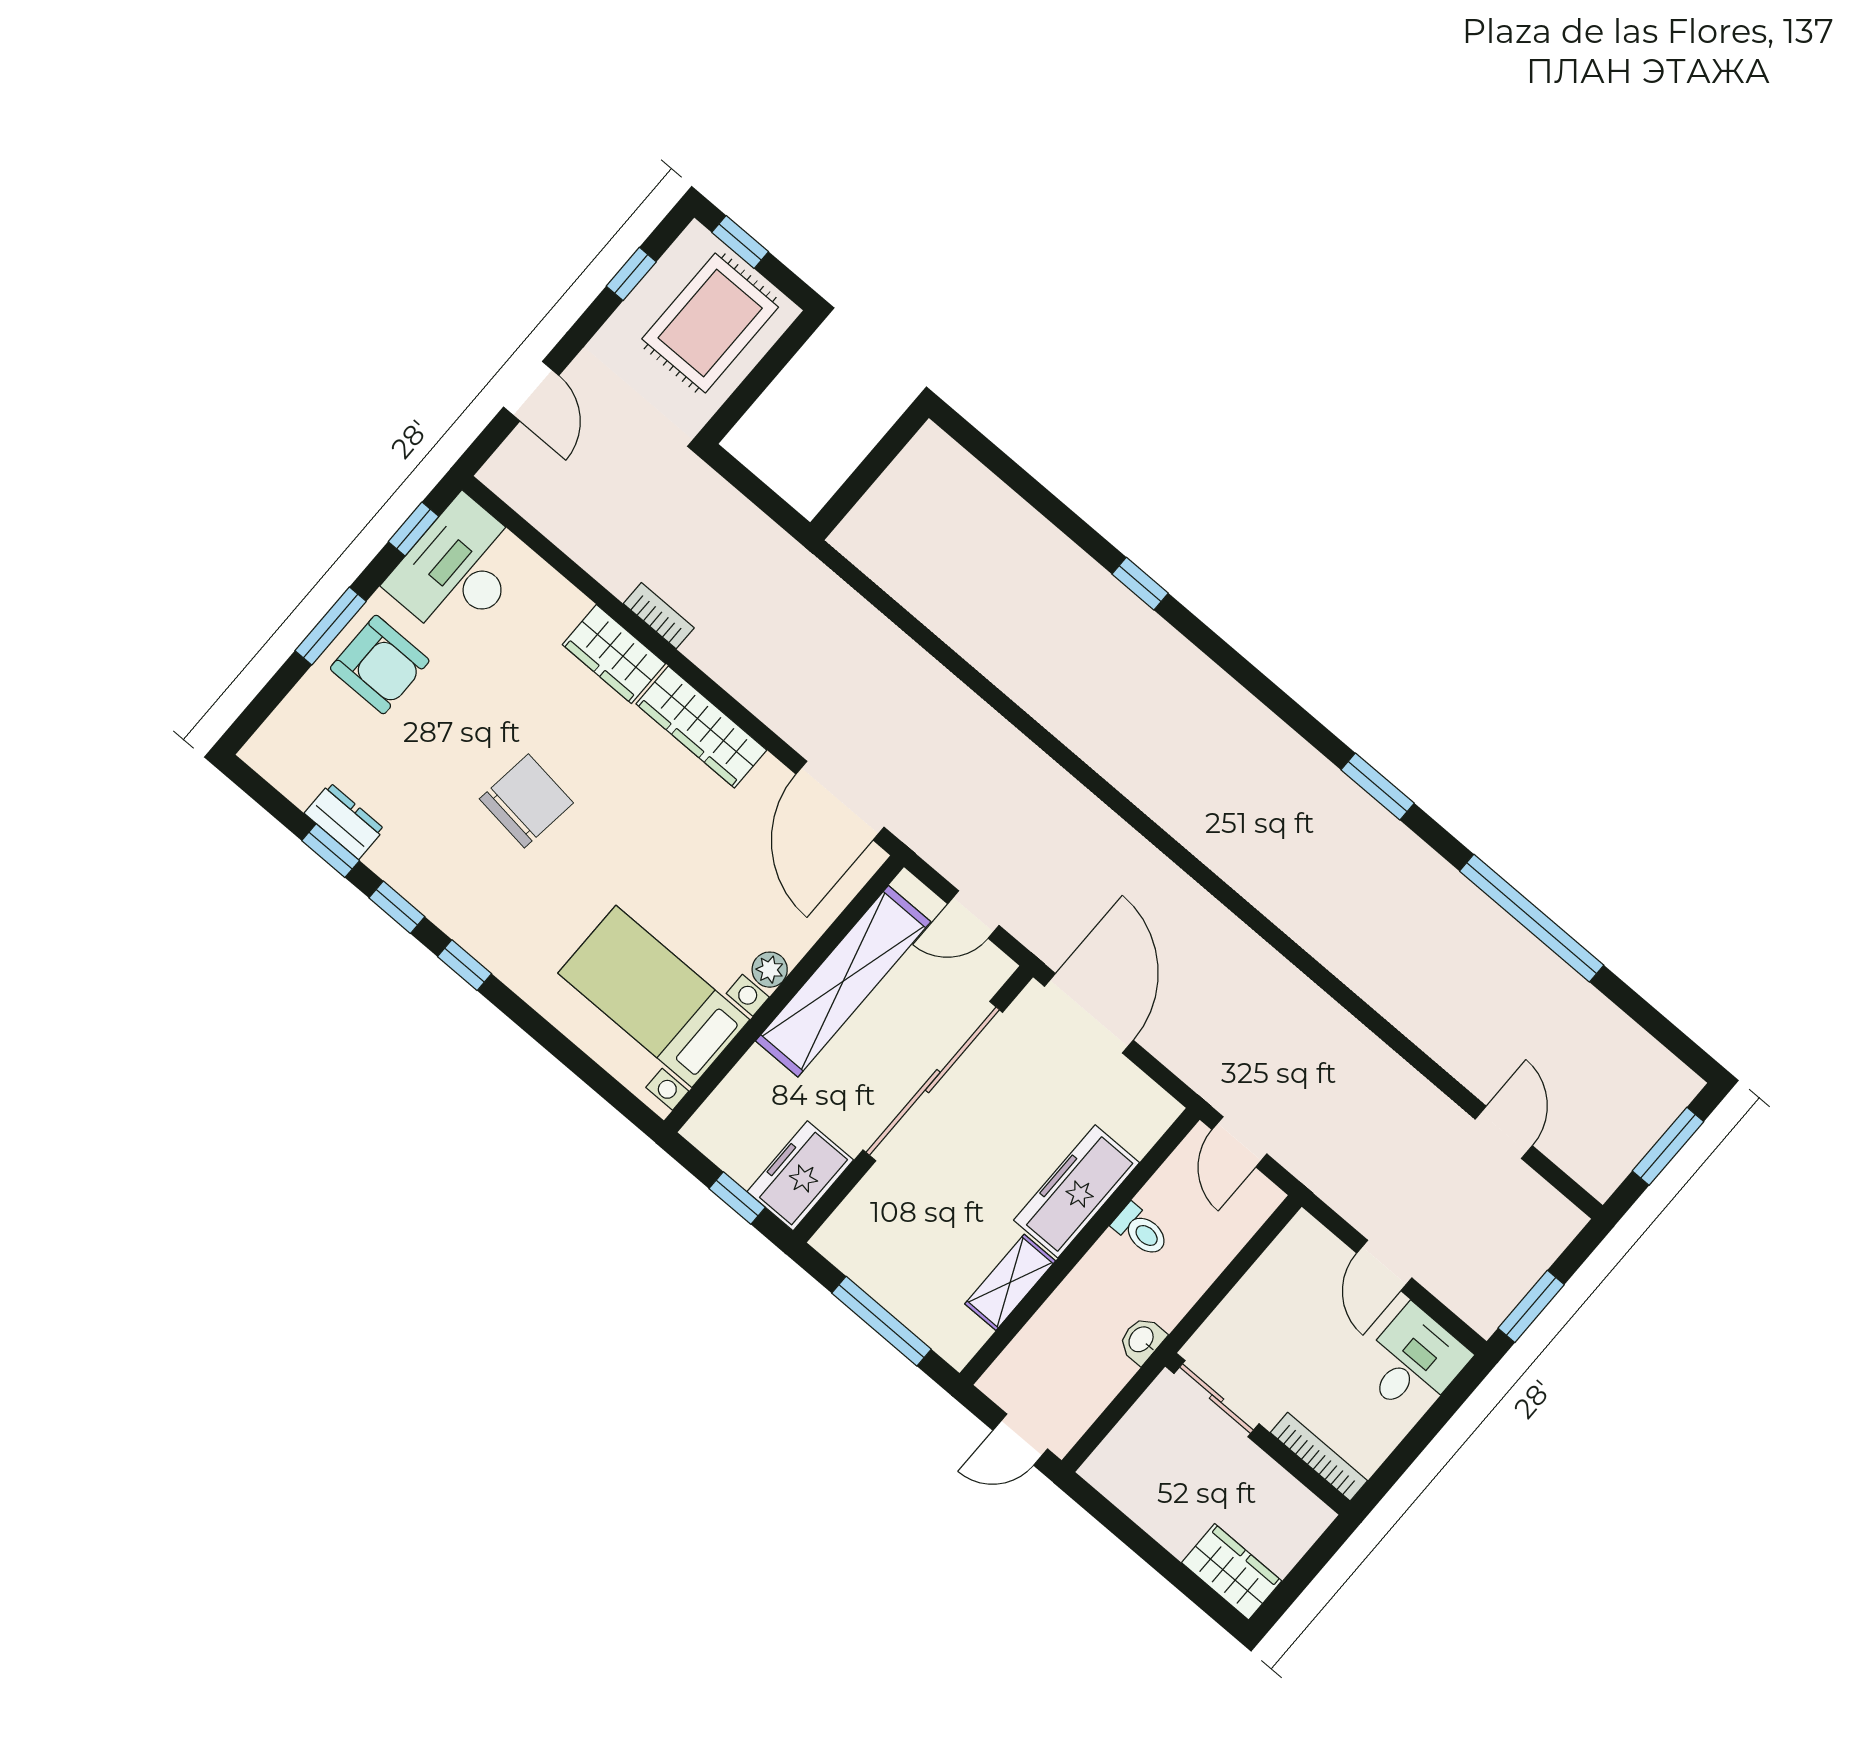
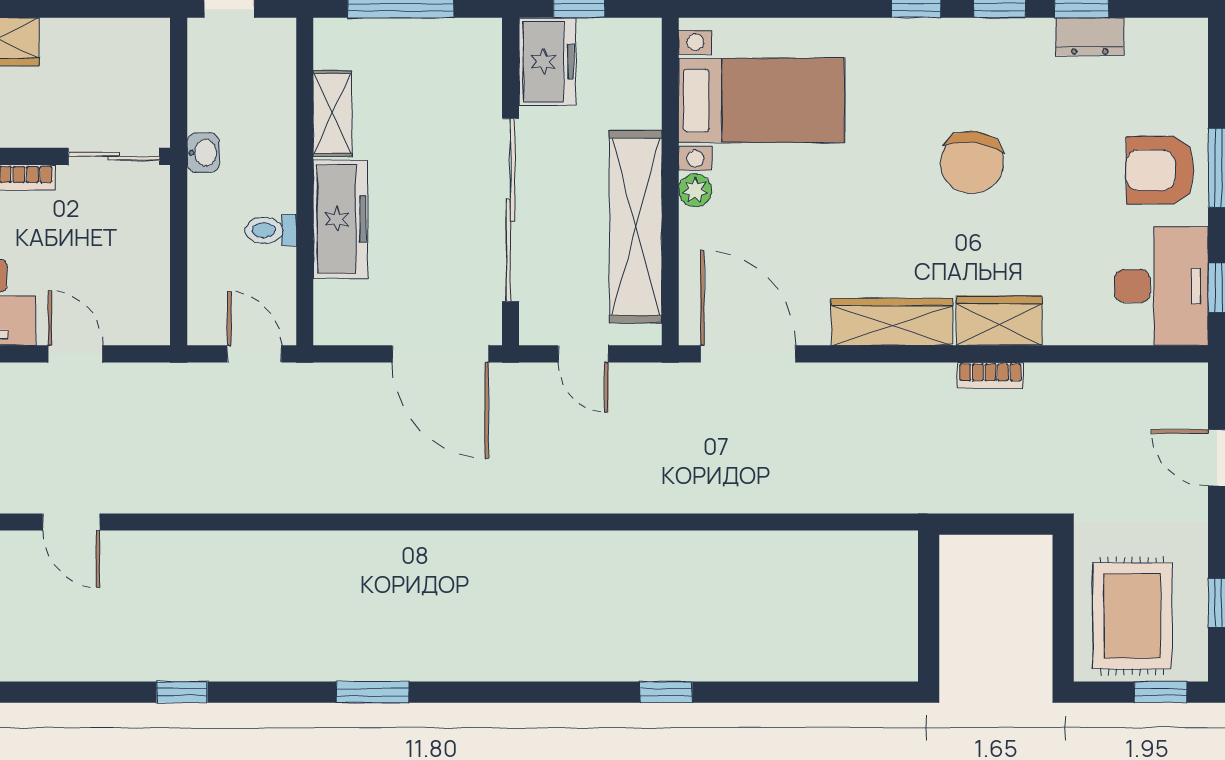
door: (973, 915) -> (583, 354), swing flipped
window: (1532, 918) -> (182, 692), width x0.32

